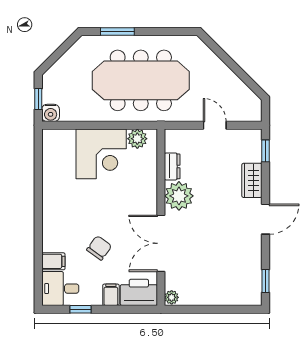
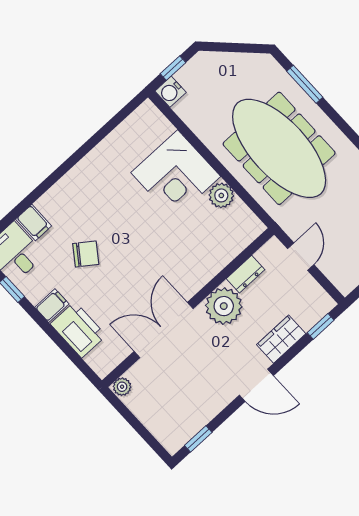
dresser: (172, 166) -> (246, 274), moved
plant: (179, 196) -> (224, 306), moved
wall: (161, 217) -> (188, 308), moved
double door: (161, 243) -> (164, 330), moved
plant: (172, 297) -> (122, 387), moved

